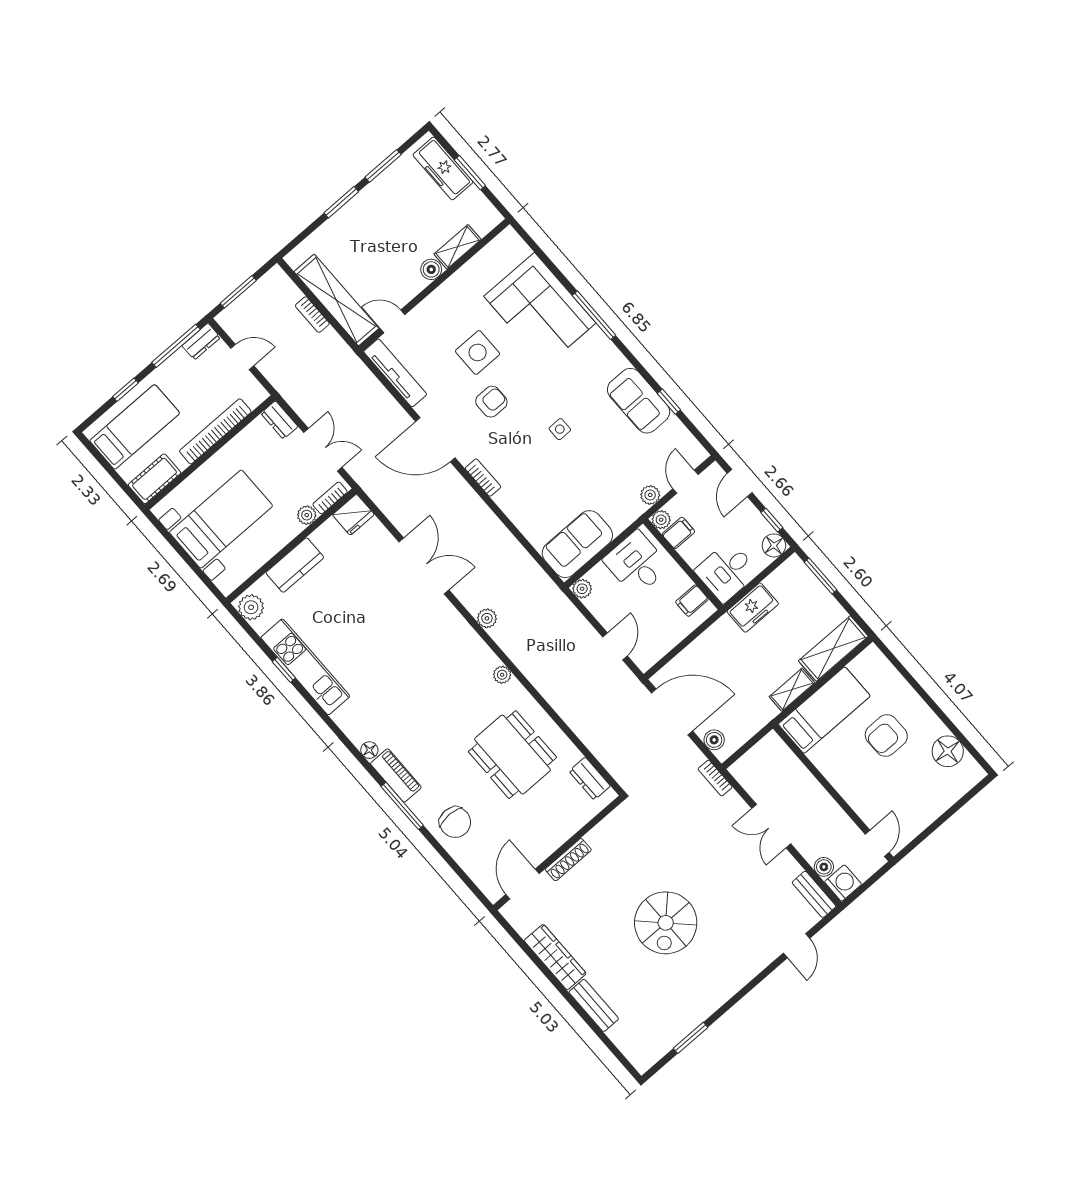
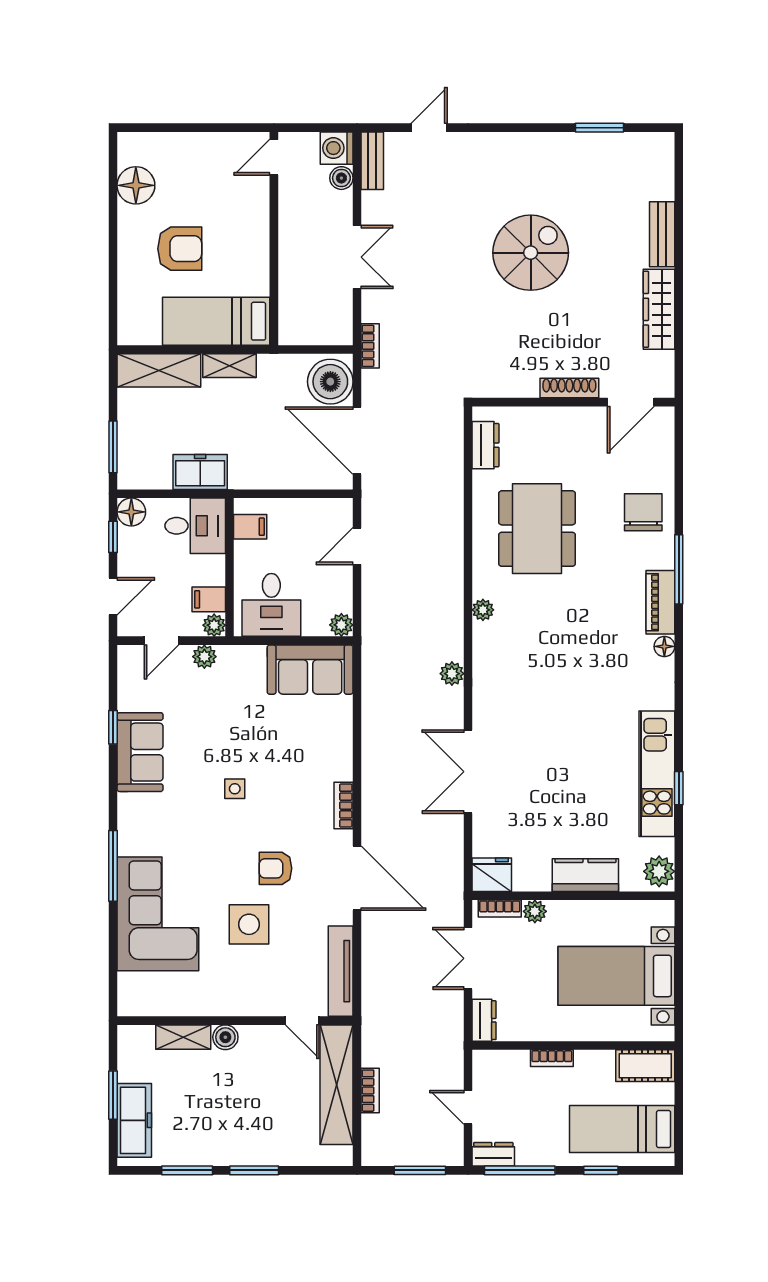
bookcase: (215, 431) -> (552, 1058), width x0.43, depth x0.76
boiler: (714, 740) -> (330, 382), width x1.86, depth x1.86

